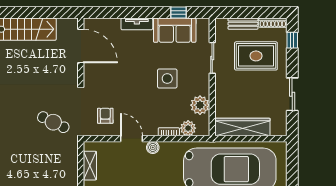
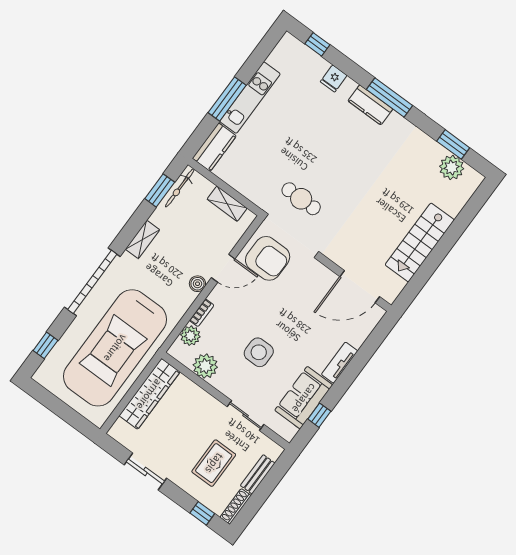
rug: (256, 56) -> (214, 463), width x0.73, depth x0.70
armchair: (105, 116) -> (268, 258), width x1.88, depth x1.88
cafe table: (53, 122) -> (301, 199), turned 64

